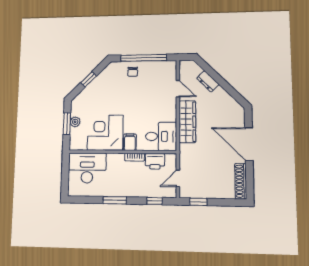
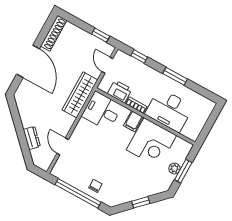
wardrobe: (187, 122) -> (80, 95), moved
desk: (87, 168) -> (169, 110), moved
door: (178, 178) -> (107, 65), swing flipped

